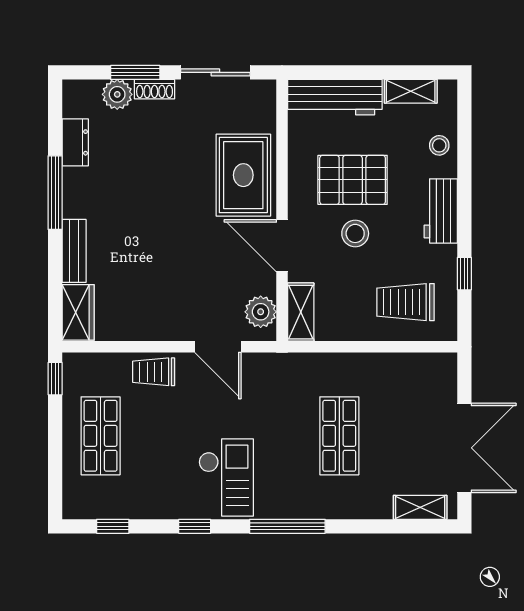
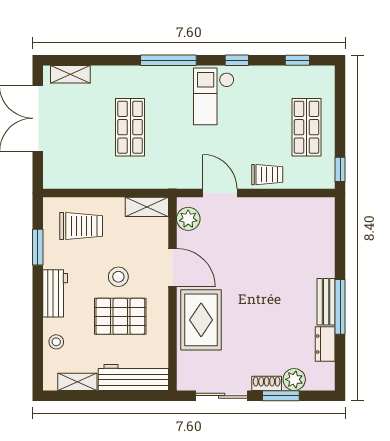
bench: (74, 251) -> (326, 302), moved
window: (464, 274) -> (38, 247), width x1.50
wardrobe: (78, 312) -> (323, 218), removed
shelving: (301, 312) -> (147, 207), moved, turned 90

